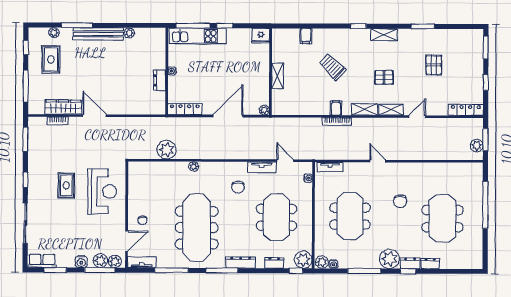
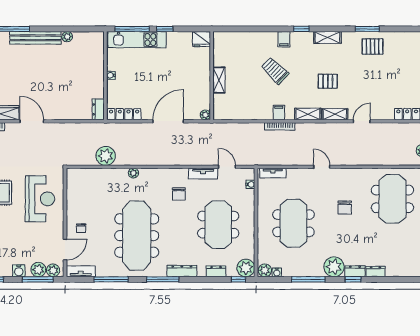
filing cabinet: (306, 36) -> (284, 39), moved
pallet: (434, 65) -> (373, 47), moved, turned 90
dresser: (160, 80) -> (98, 109), moved
meeting table: (442, 219) -> (392, 199), moved

